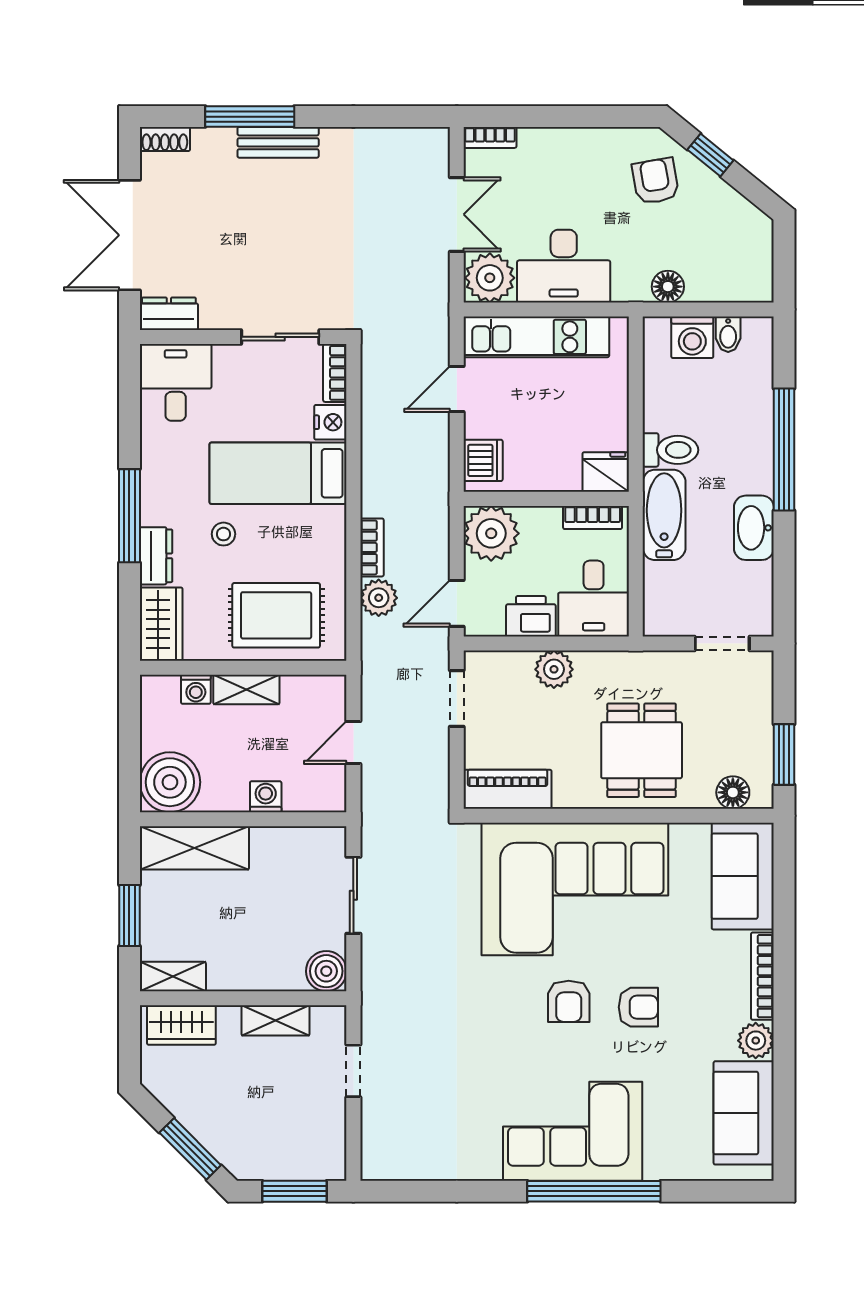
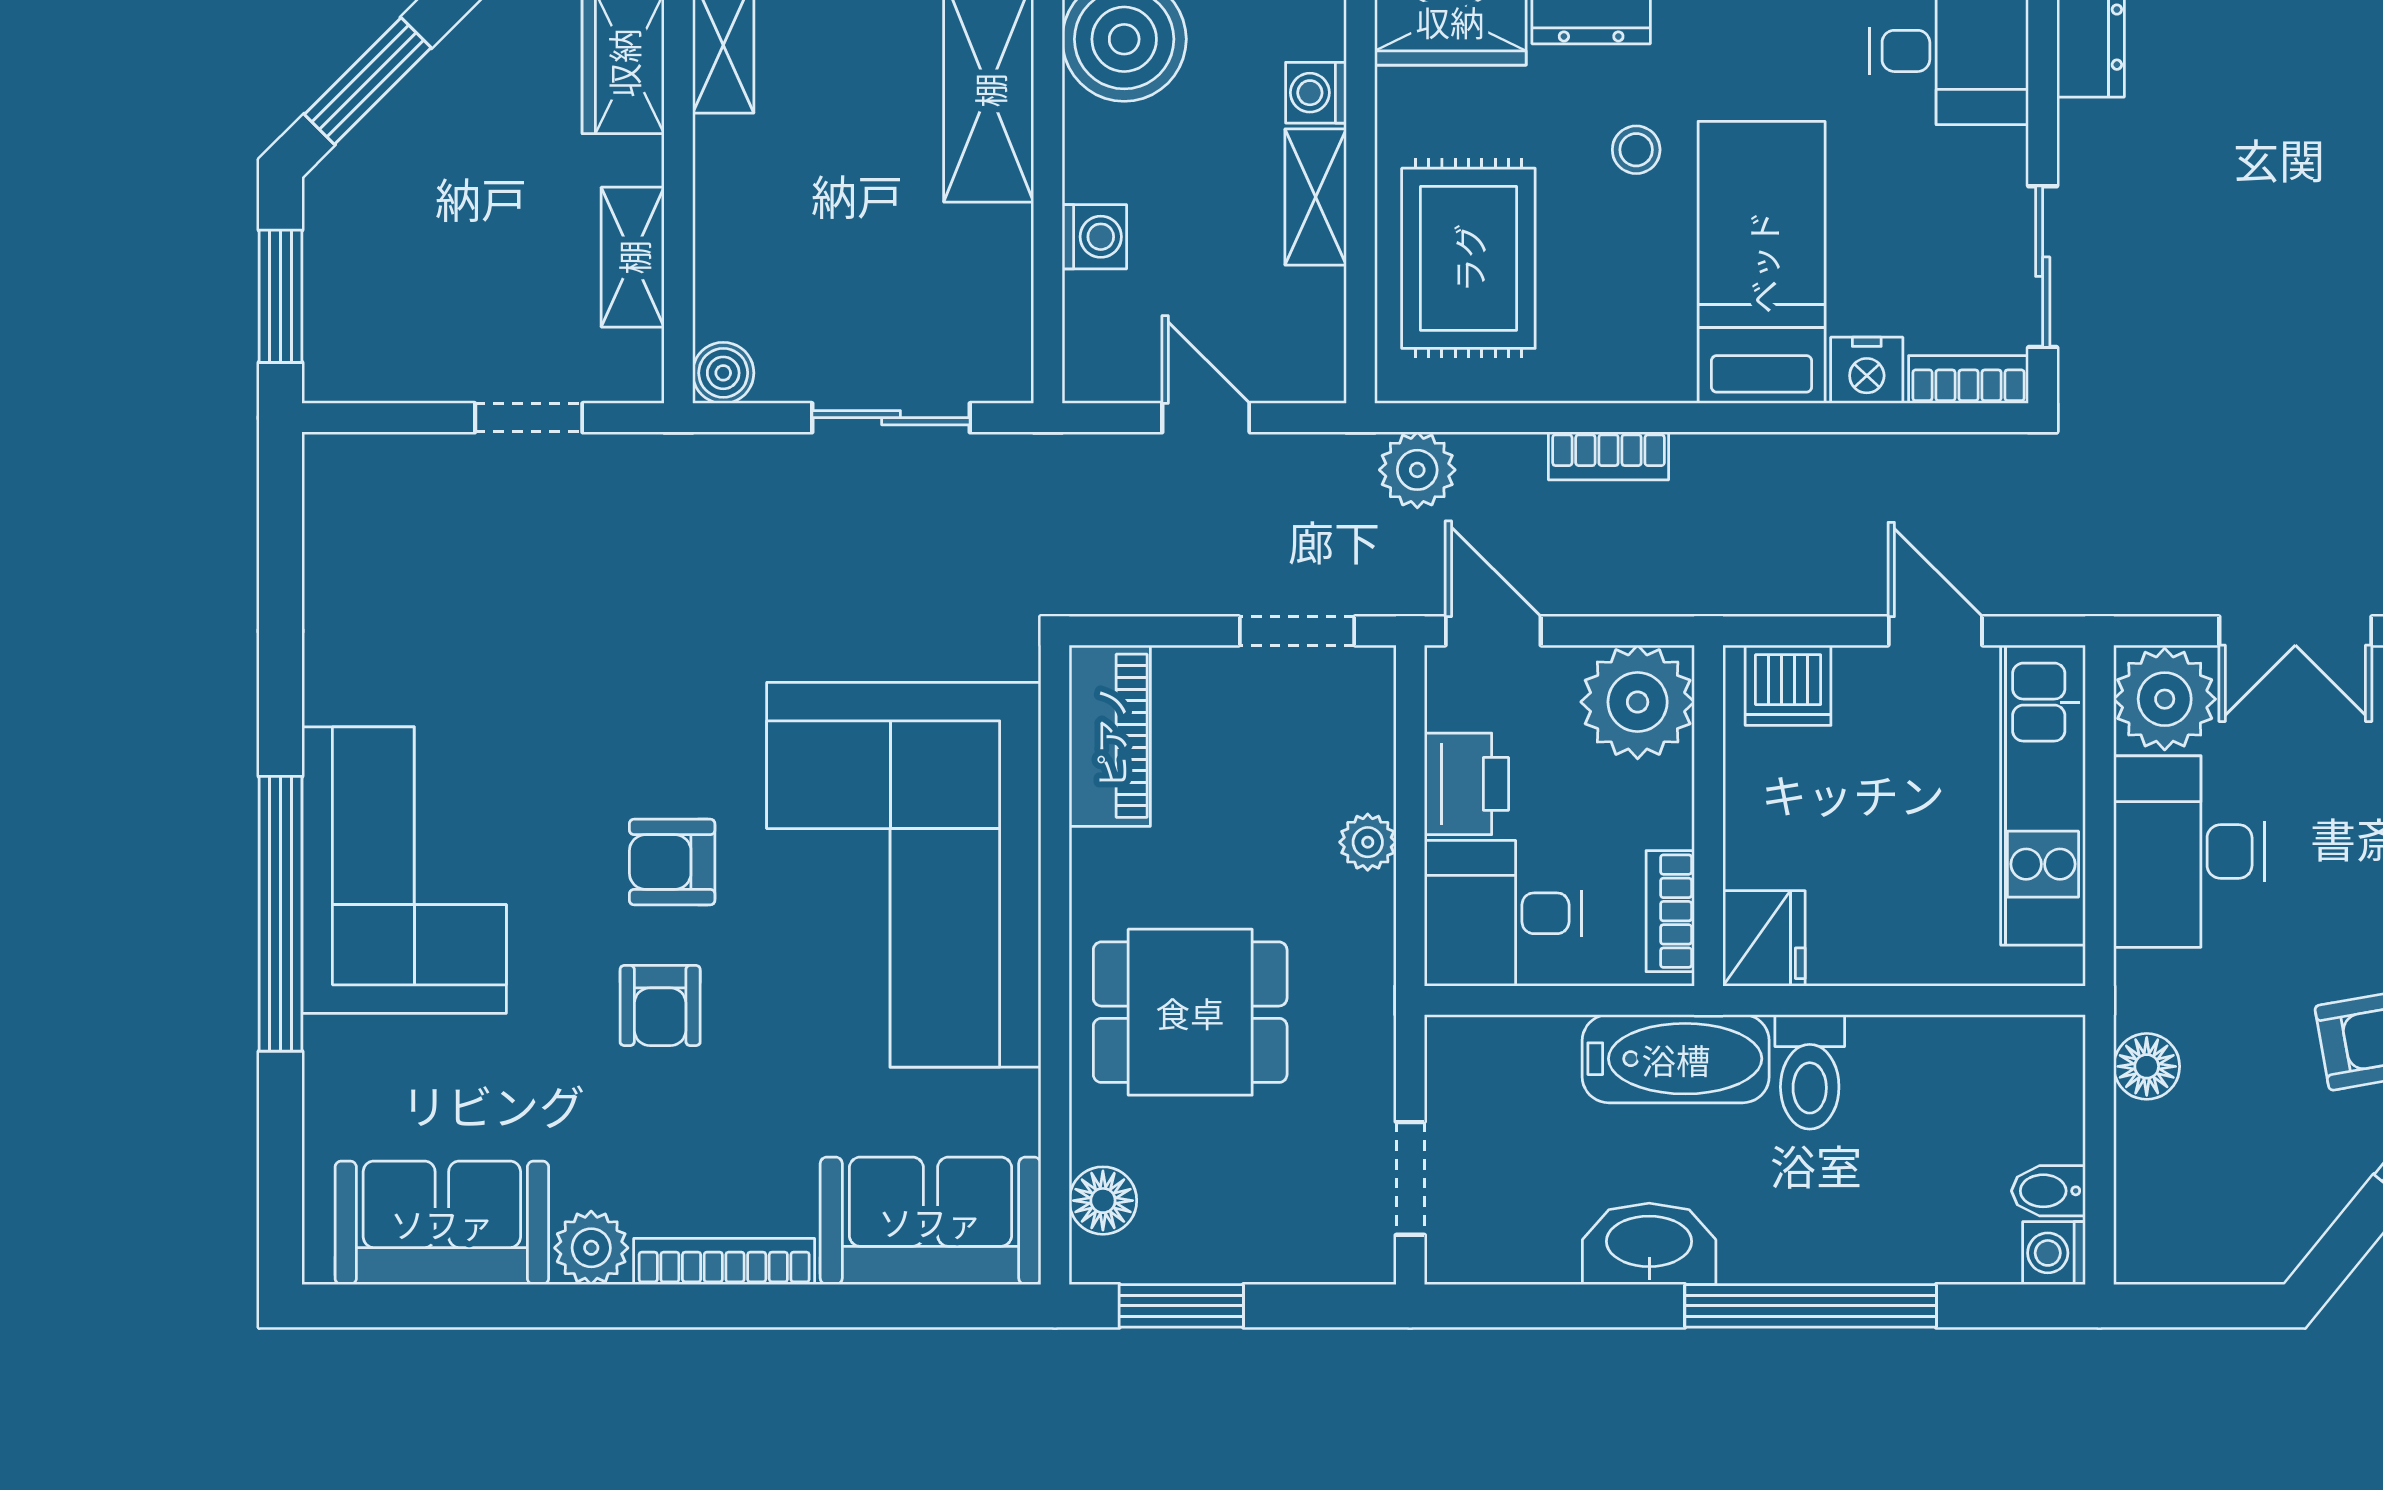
washing machine: (692, 337) -> (2054, 1253), moved, width x0.73, depth x0.73
plant: (379, 598) -> (1417, 470), moved
plant: (554, 669) -> (1368, 842), width x0.73, depth x0.73
boiler: (326, 971) -> (723, 373), width x0.73, depth x0.73

